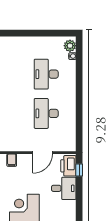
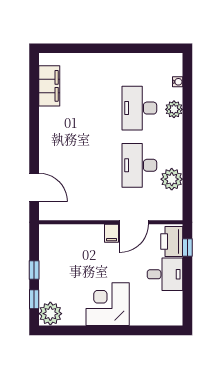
plant: (70, 46) -> (174, 109), moved
plant: (68, 123) -> (172, 179), added
filing cabinet: (12, 160) -> (112, 233), moved

